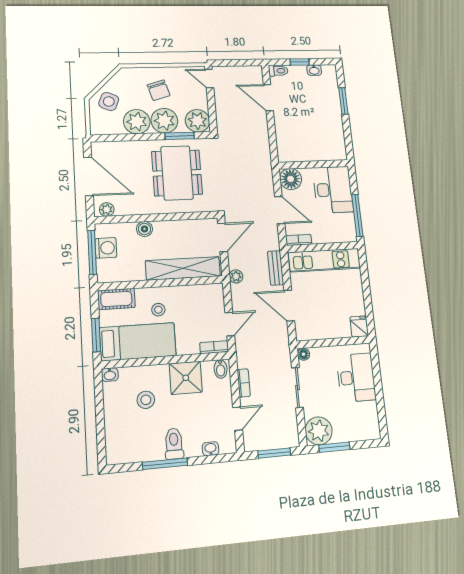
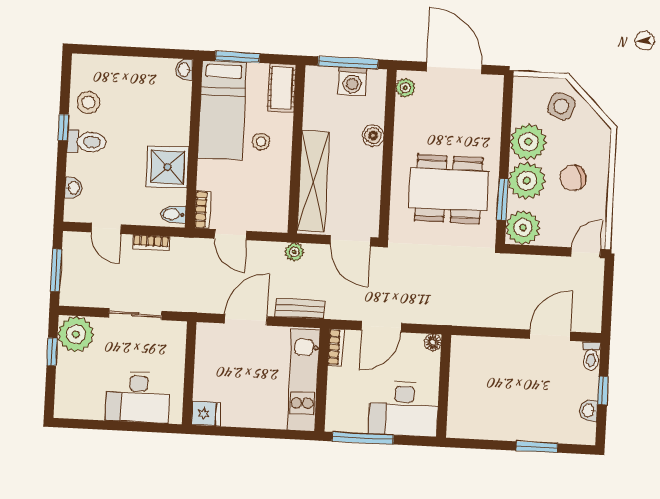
door: (89, 176) -> (454, 68), swing flipped
floor lamp: (291, 179) -> (433, 342), width x0.53, depth x0.53
floor lamp: (304, 354) -> (178, 329), removed
stool: (146, 400) -> (88, 102), moved
window: (334, 447) -> (52, 352), width x0.67
window: (165, 464) -> (63, 127), width x0.46

